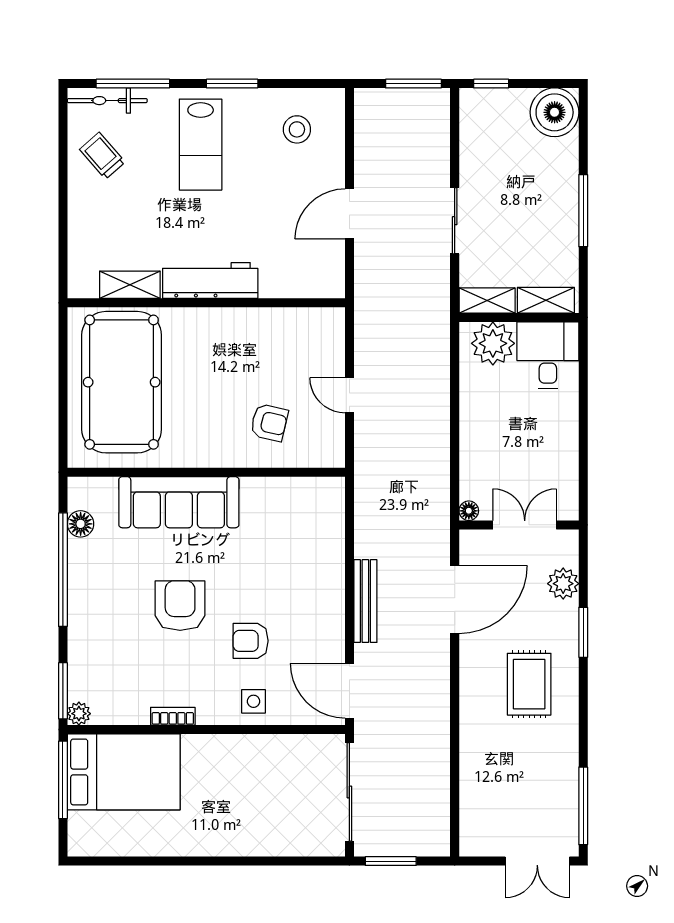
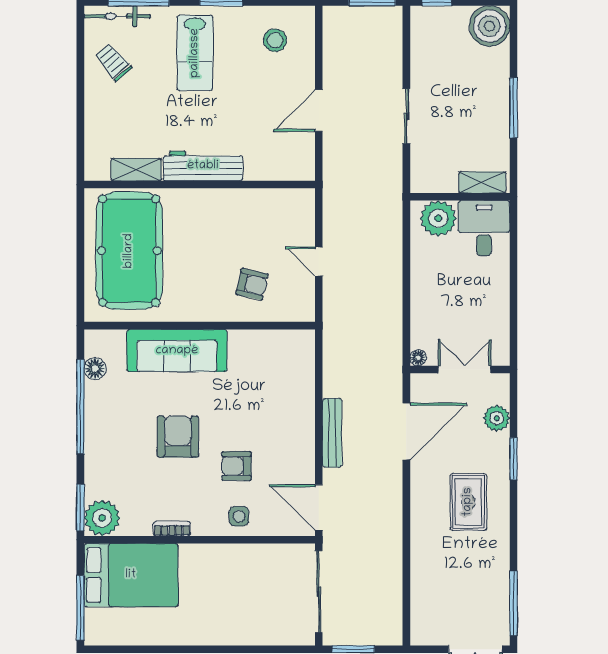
shelving: (487, 300) -> (433, 183), removed
plant: (79, 714) -> (102, 518), width x1.88, depth x1.88
window: (63, 780) -> (80, 608), moved

